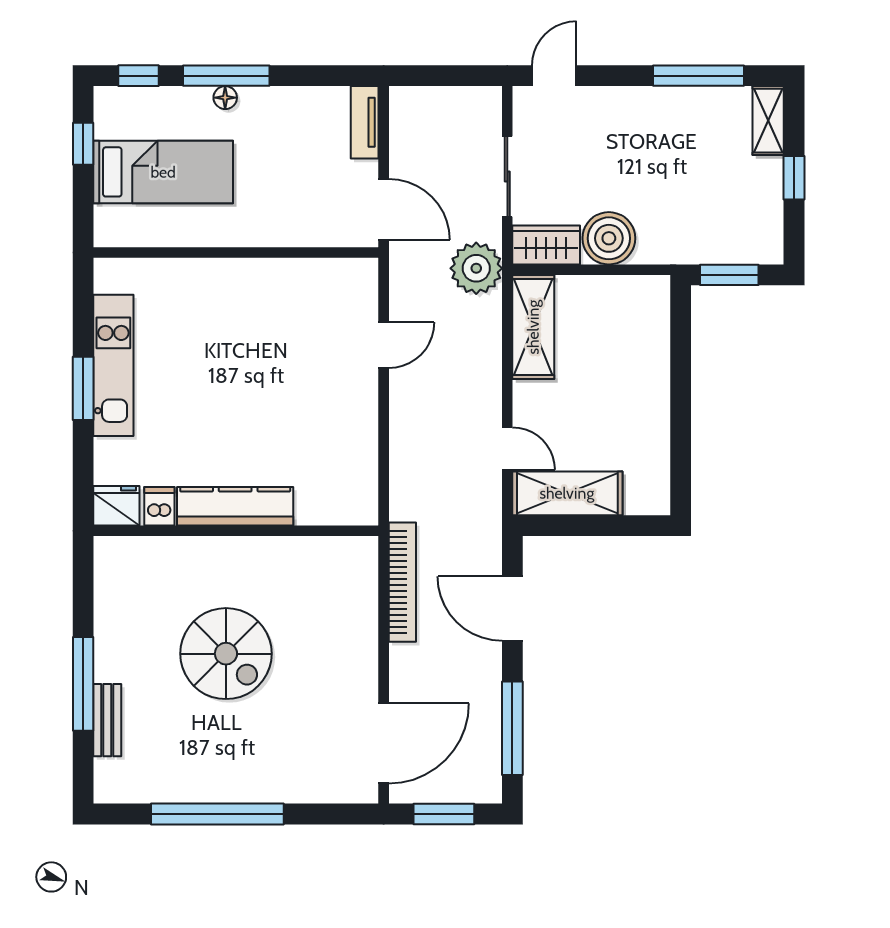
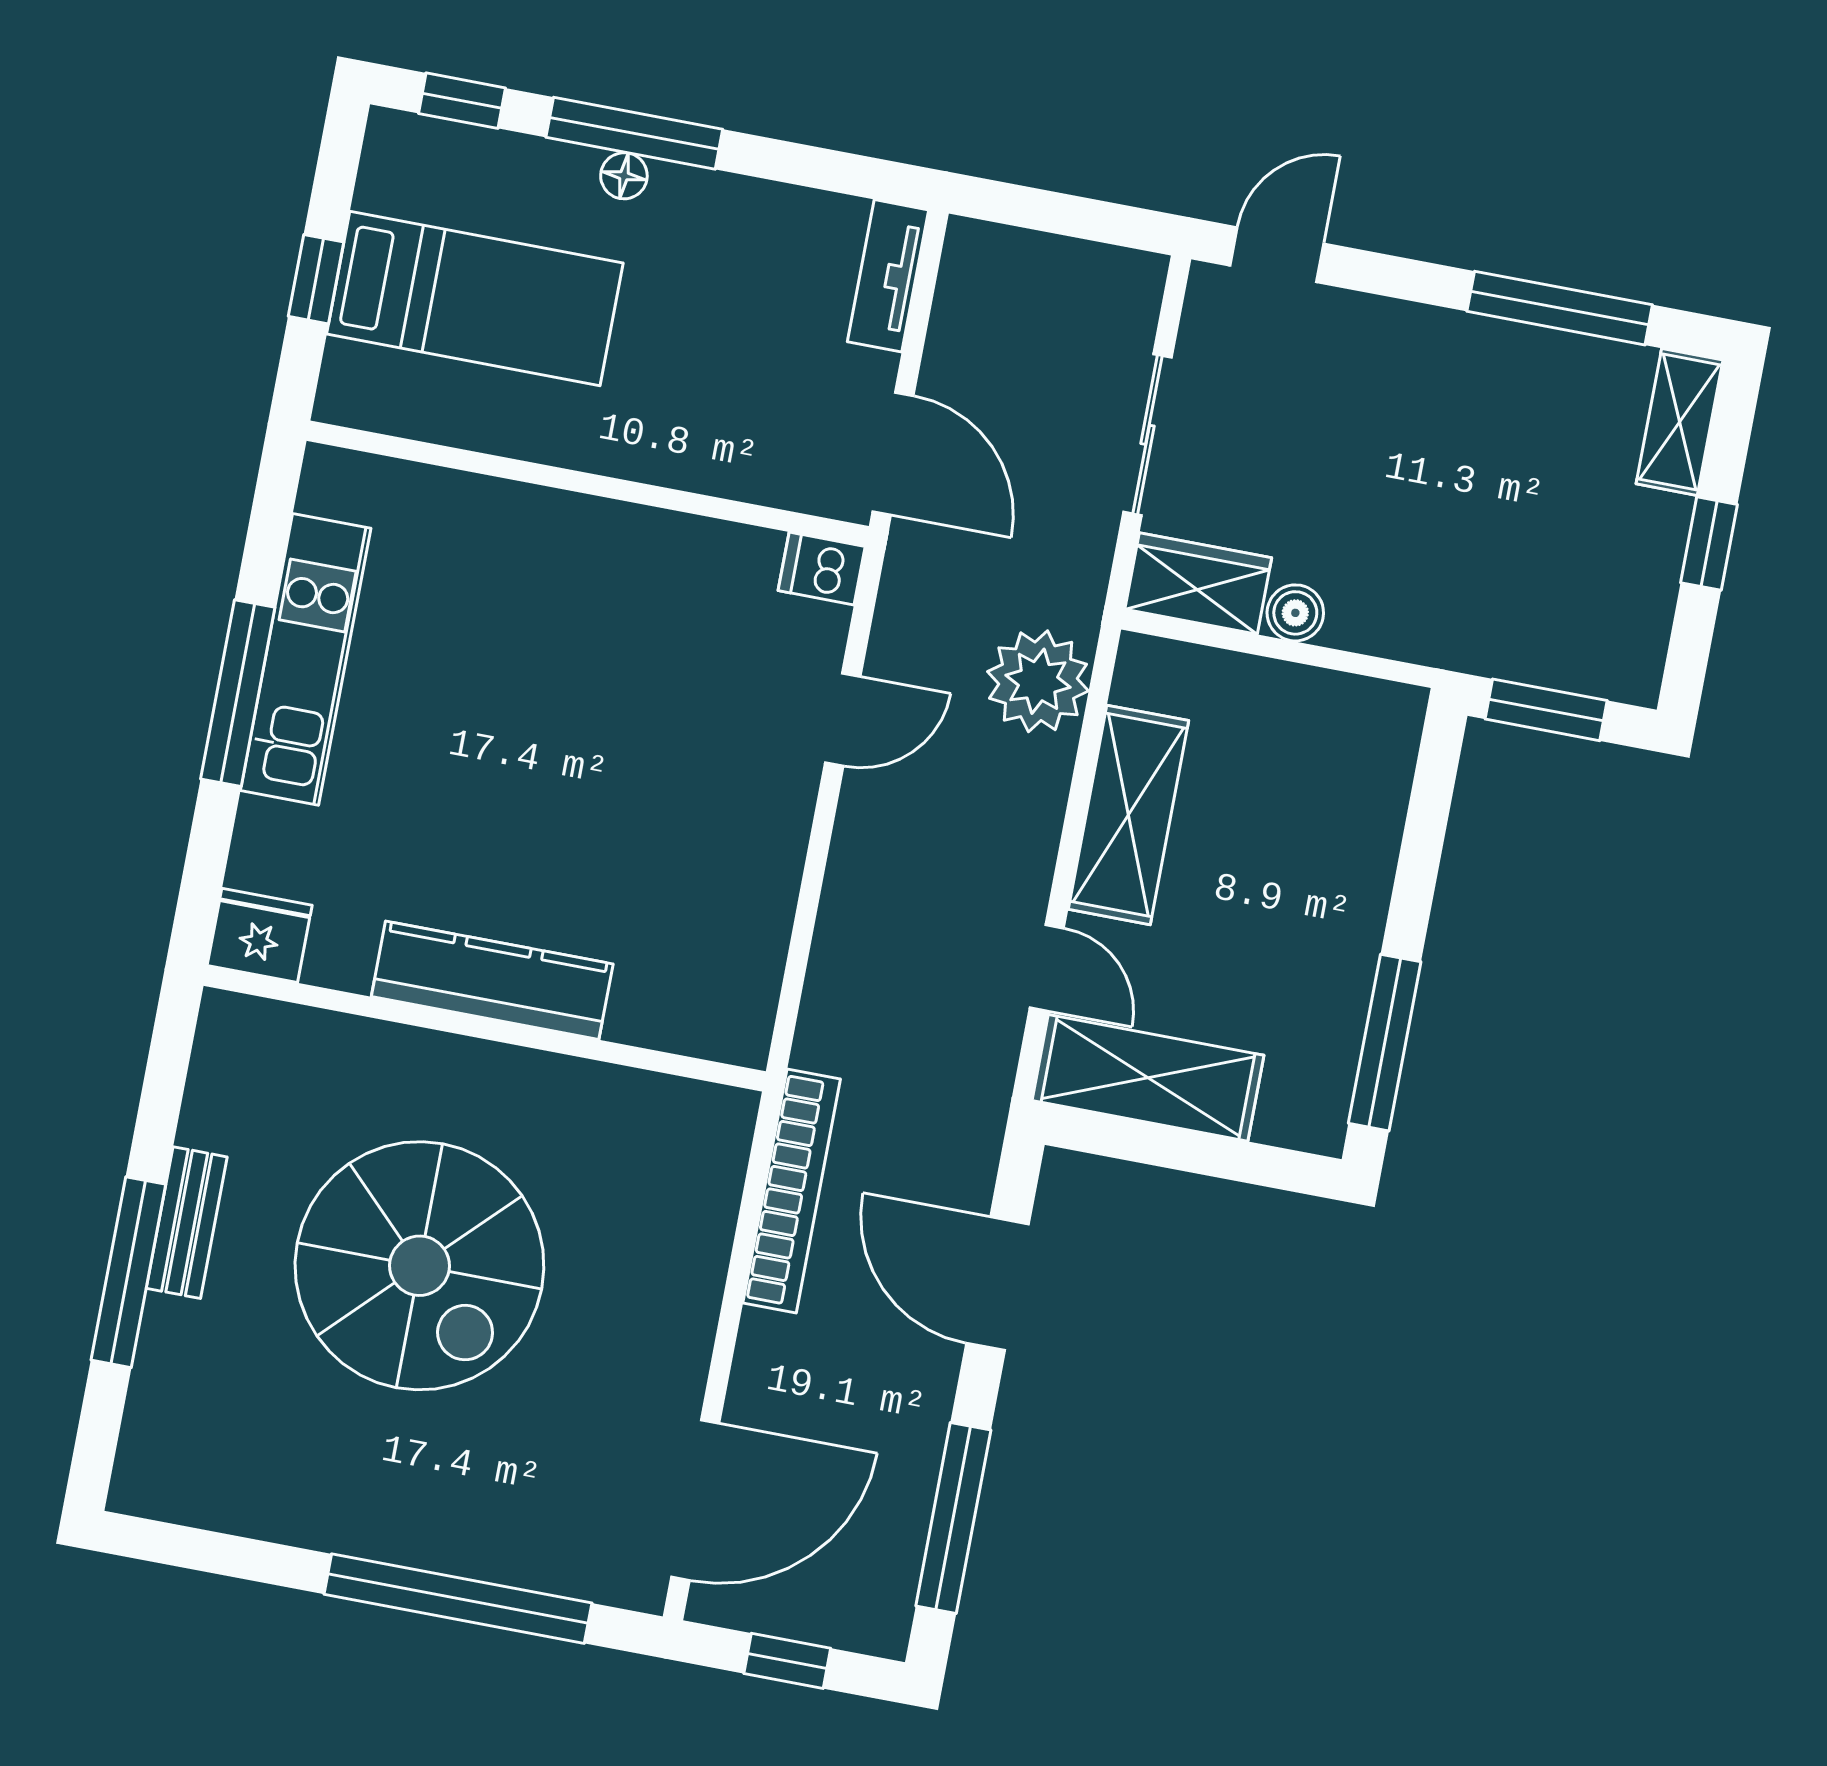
window: (83, 144) -> (316, 279), moved
boiler: (609, 238) -> (1295, 613), width x0.54, depth x0.54
plant: (476, 268) -> (1038, 681), moved
shelving: (533, 327) -> (1128, 815), moved
window: (83, 388) -> (238, 693), width x1.44
window: (681, 454) -> (1385, 1043), added
dishwasher: (159, 506) -> (822, 569), moved, turned -90
spiral stairs: (226, 654) -> (419, 1266), width x1.37, depth x1.37
bench: (107, 720) -> (187, 1223), moved
window: (217, 814) -> (458, 1599), moved
window: (444, 814) -> (787, 1661), width x0.67

